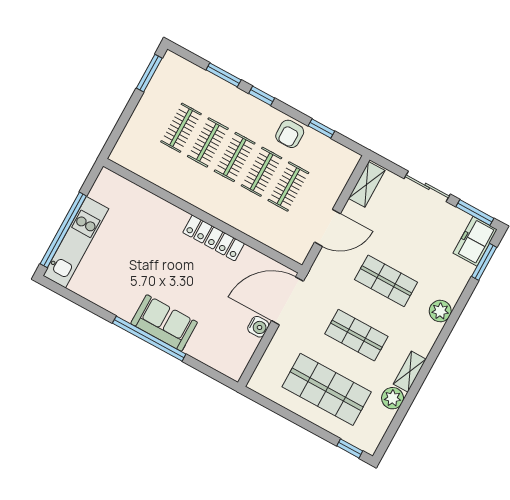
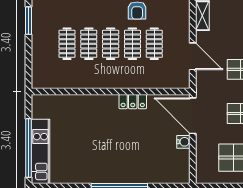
door: (327, 228) -> (193, 56), hinge flipped
locker: (214, 238) -> (133, 102), width x0.66
door: (287, 301) -> (193, 116), hinge flipped
sofa: (164, 323) -> (123, 172), removed

